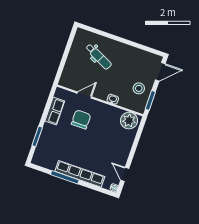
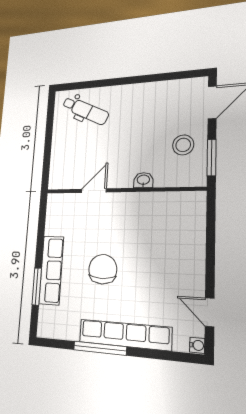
dental chair: (99, 57) -> (85, 110), moved
row of seats: (55, 111) -> (51, 270), moved, width x1.48
chair: (81, 119) -> (103, 269), moved
plant: (129, 121) -> (184, 207), removed

